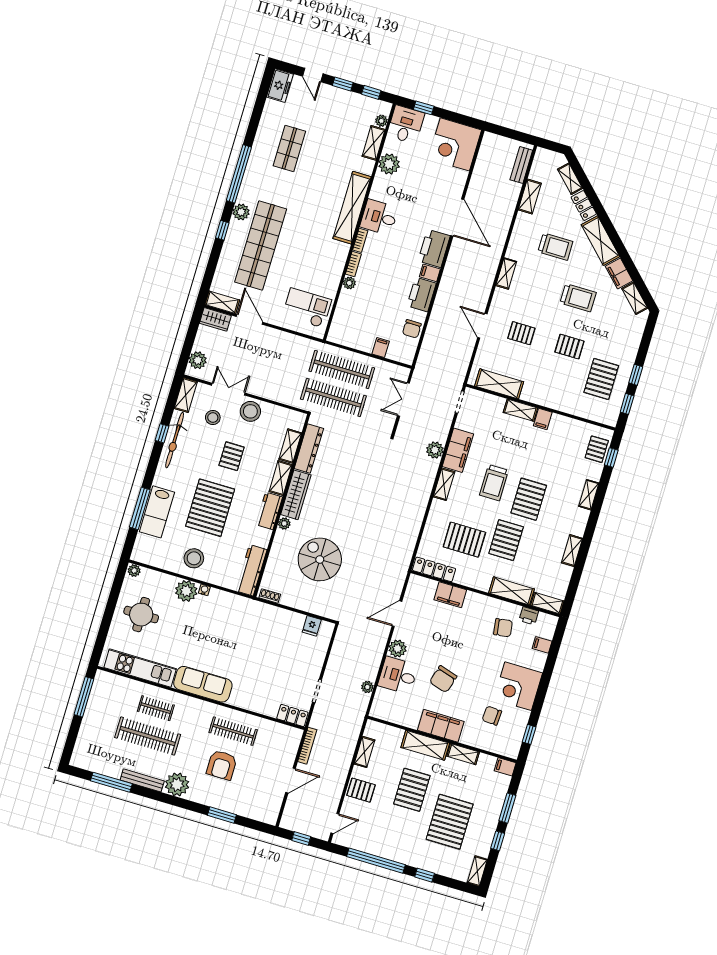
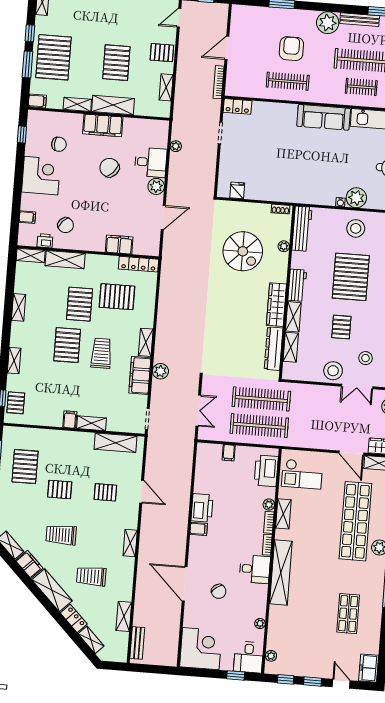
shelving: (374, 143) -> (283, 514), moved
plant: (389, 164) -> (260, 624), width x0.53, depth x0.53
printer: (434, 248) -> (266, 471), moved, turned 180
chair: (412, 329) -> (219, 591), moved, turned 144
plant: (284, 523) -> (284, 246), moved
chair: (503, 628) -> (66, 225), turned -130
chair: (443, 679) -> (109, 168), turned -65
pallet: (450, 822) -> (54, 57), moved

